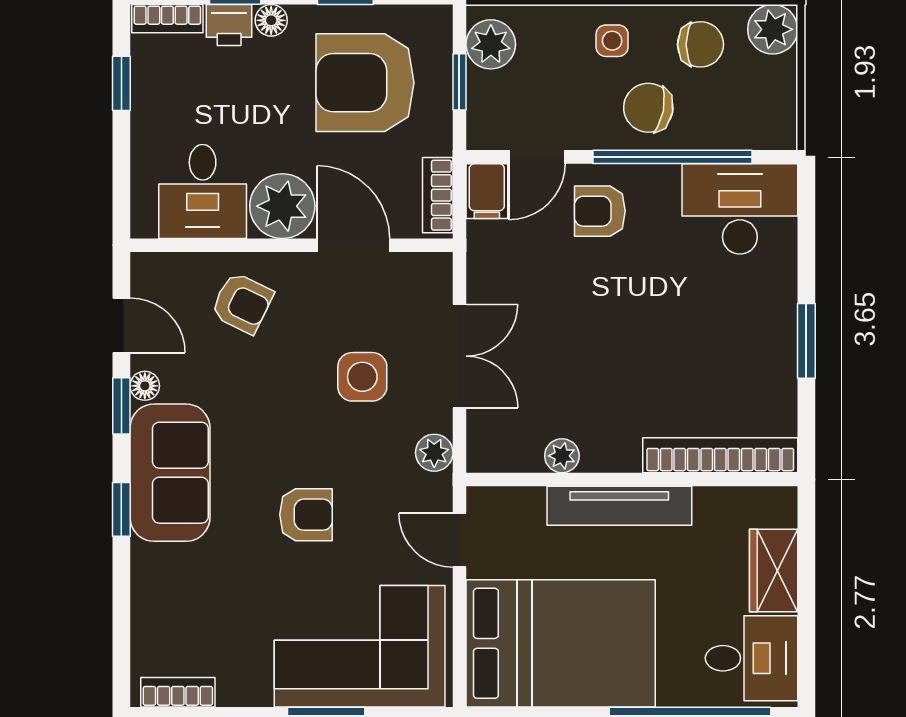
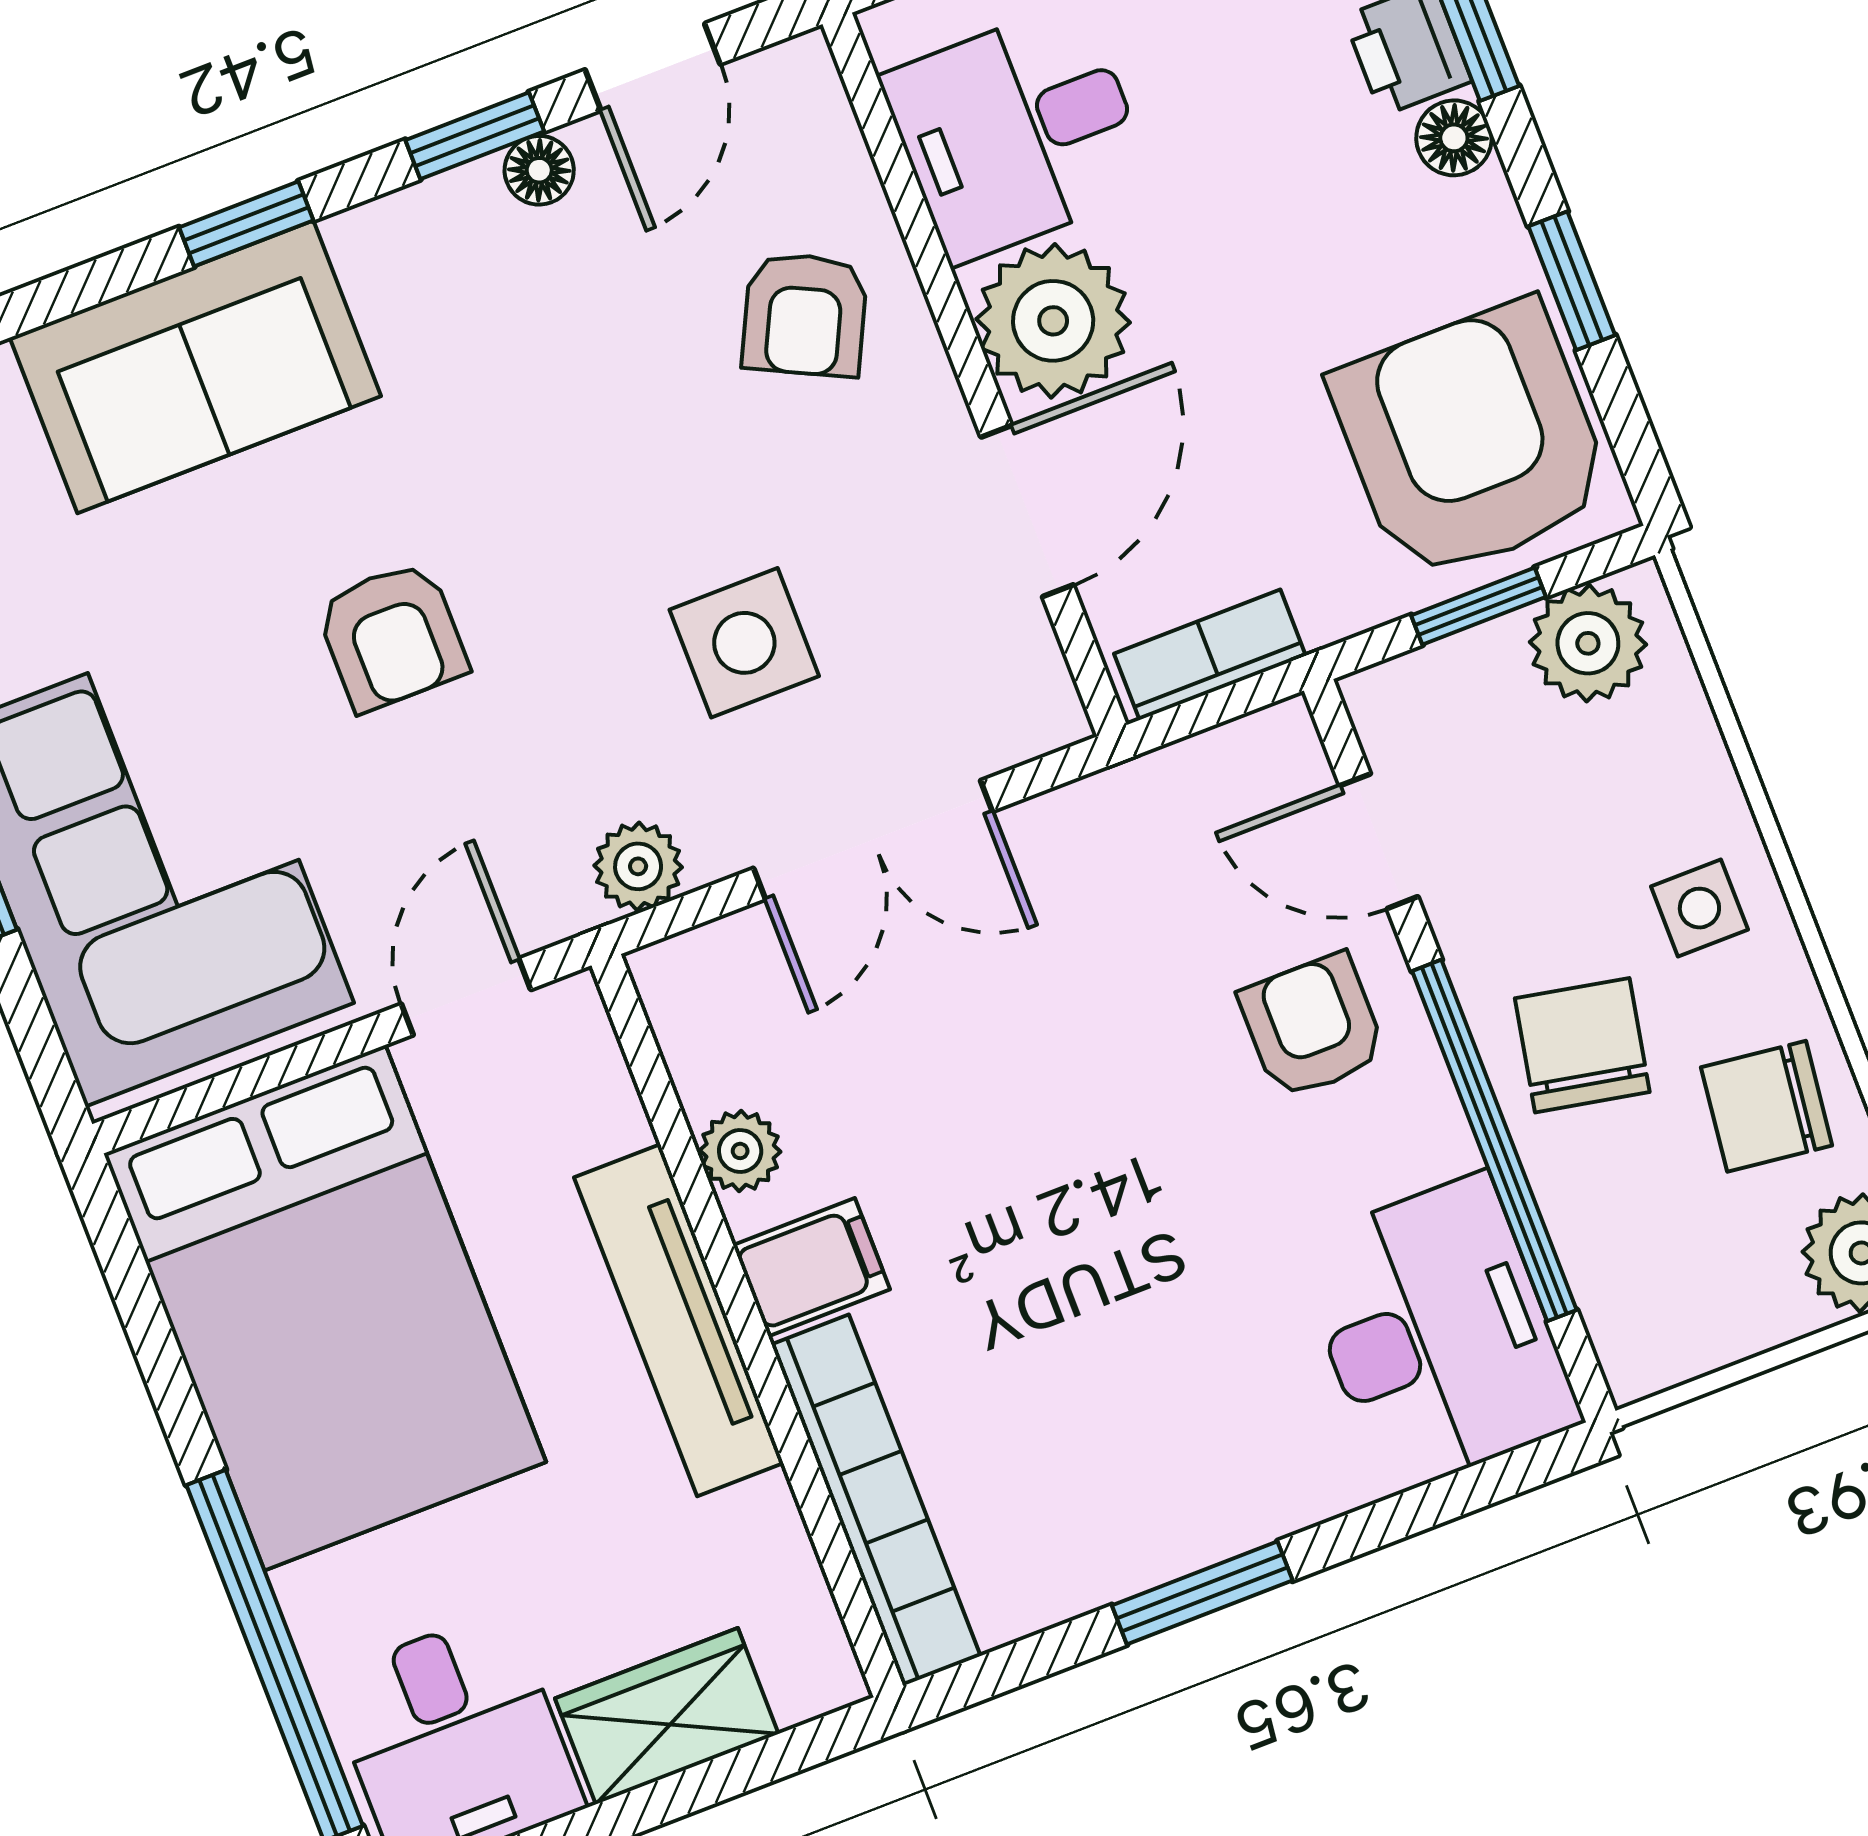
chair: (700, 44) -> (1767, 1106), turned 97
armchair: (365, 83) -> (1471, 441), moved
filing cabinet: (487, 191) -> (812, 1267), moved, turned 180
sofa: (170, 473) -> (195, 367), moved

